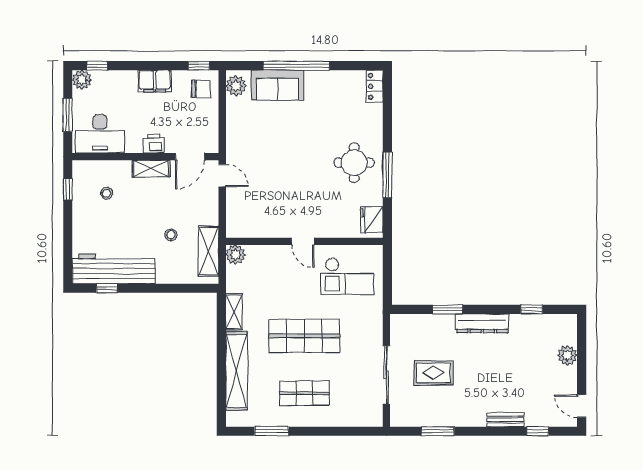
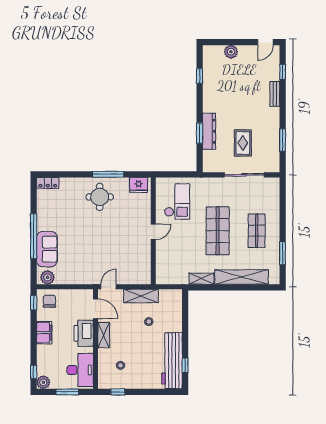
printer: (154, 144) -> (84, 333), width x1.87, depth x1.48
shelving: (209, 251) -> (141, 296), moved
plant: (235, 255) -> (162, 278), removed
dresser: (482, 323) -> (209, 131), moved

